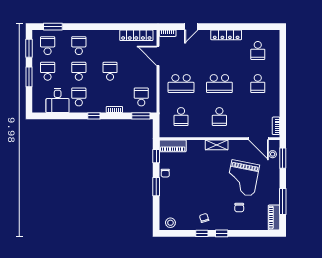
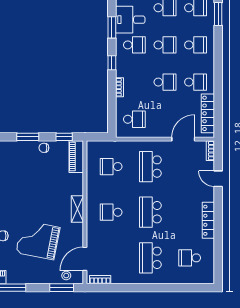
school desk: (110, 46) -> (196, 82), added
school desk: (258, 84) -> (150, 258), width x1.85
window: (141, 116) -> (112, 27), moved

